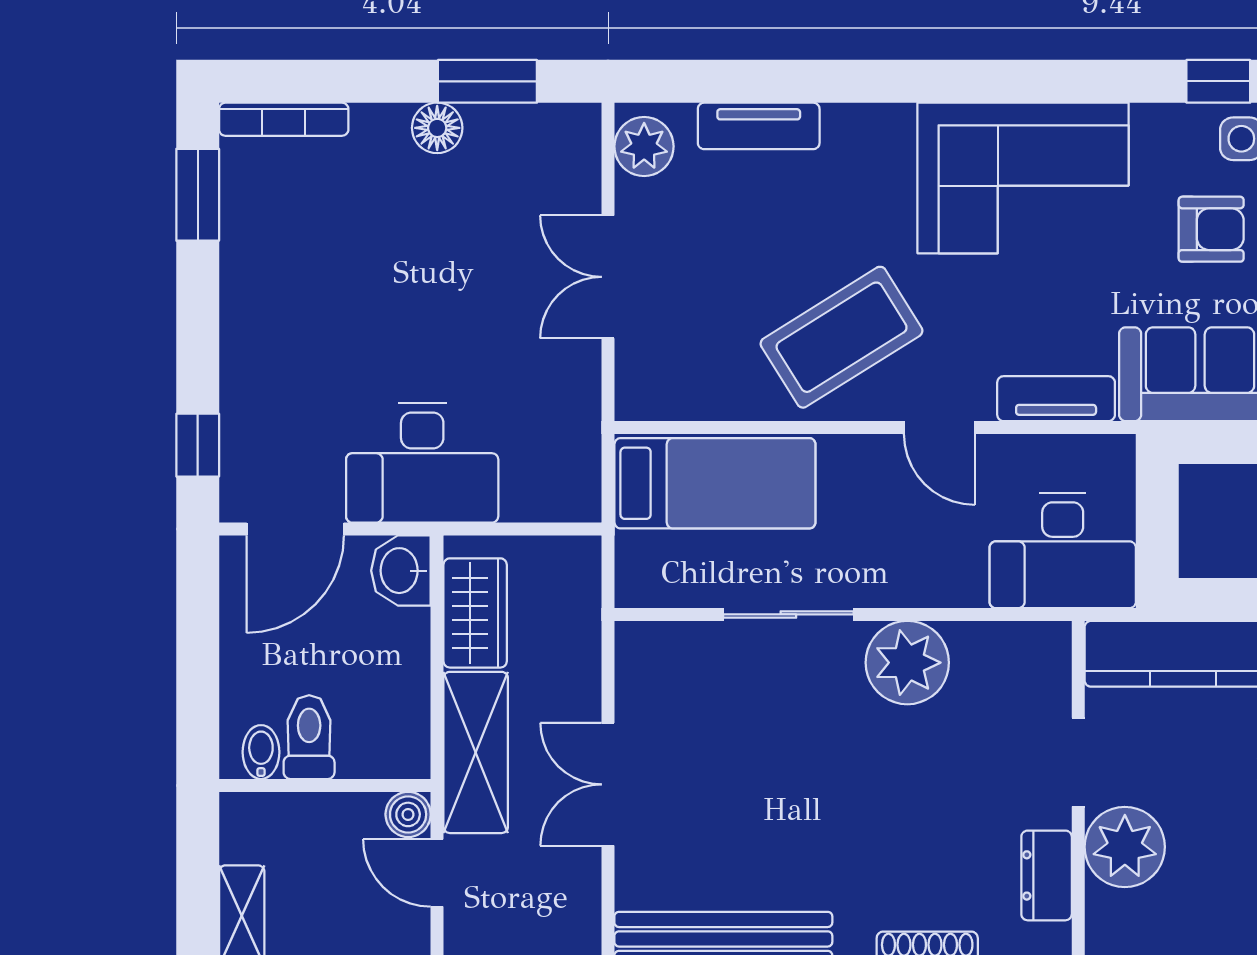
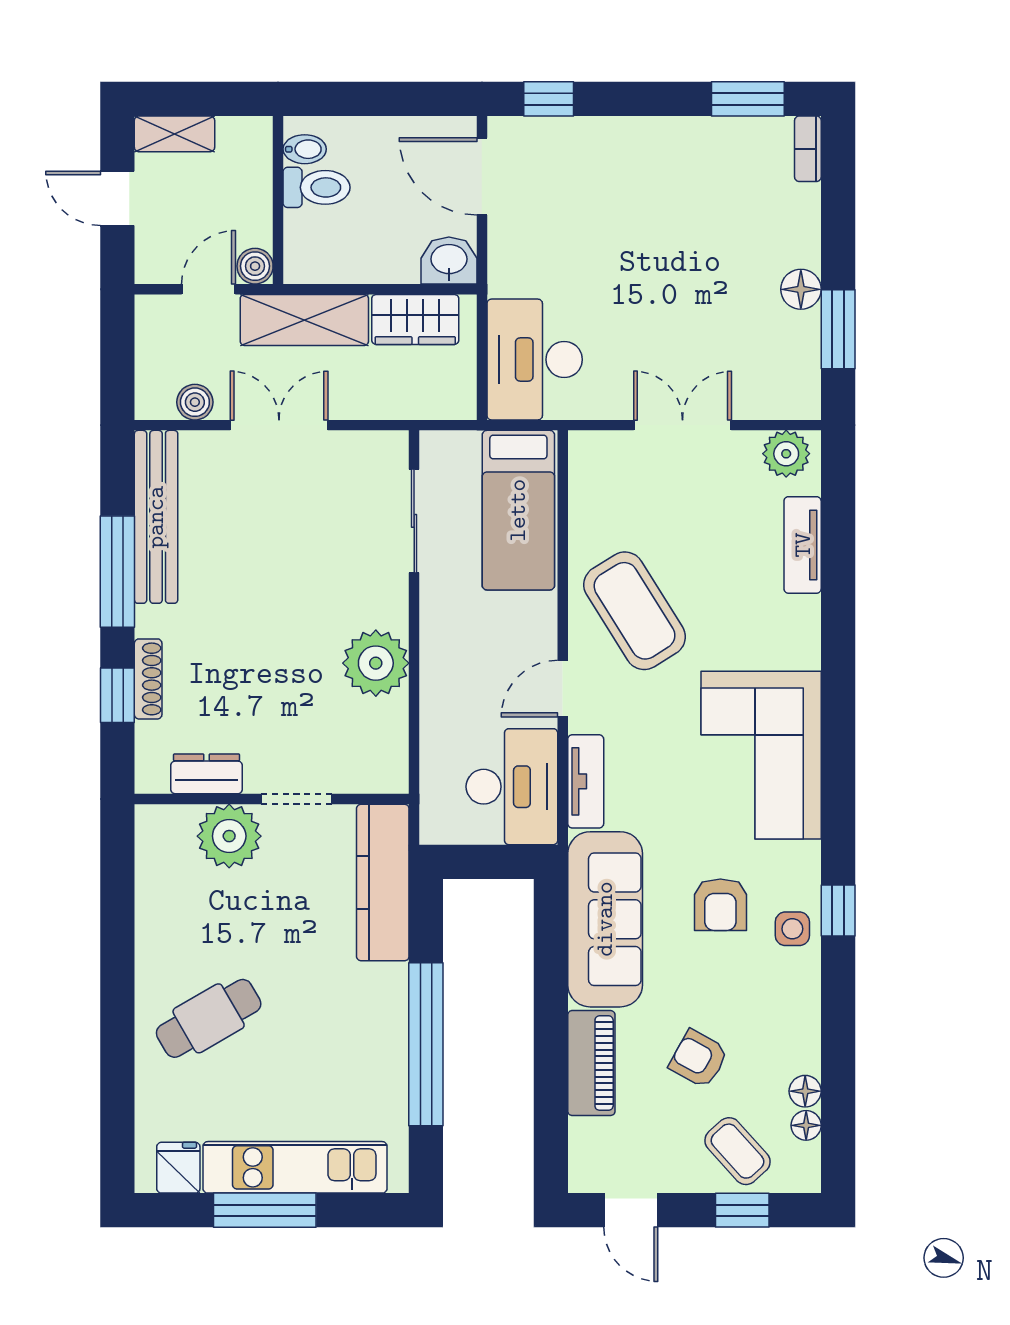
bookcase: (284, 119) -> (808, 149), width x0.64
desk: (422, 463) -> (535, 360), moved
desk: (1063, 551) -> (512, 787), moved, turned 180
sliding door: (788, 614) -> (414, 521), moved
boiler: (579, 890) -> (195, 402), added

